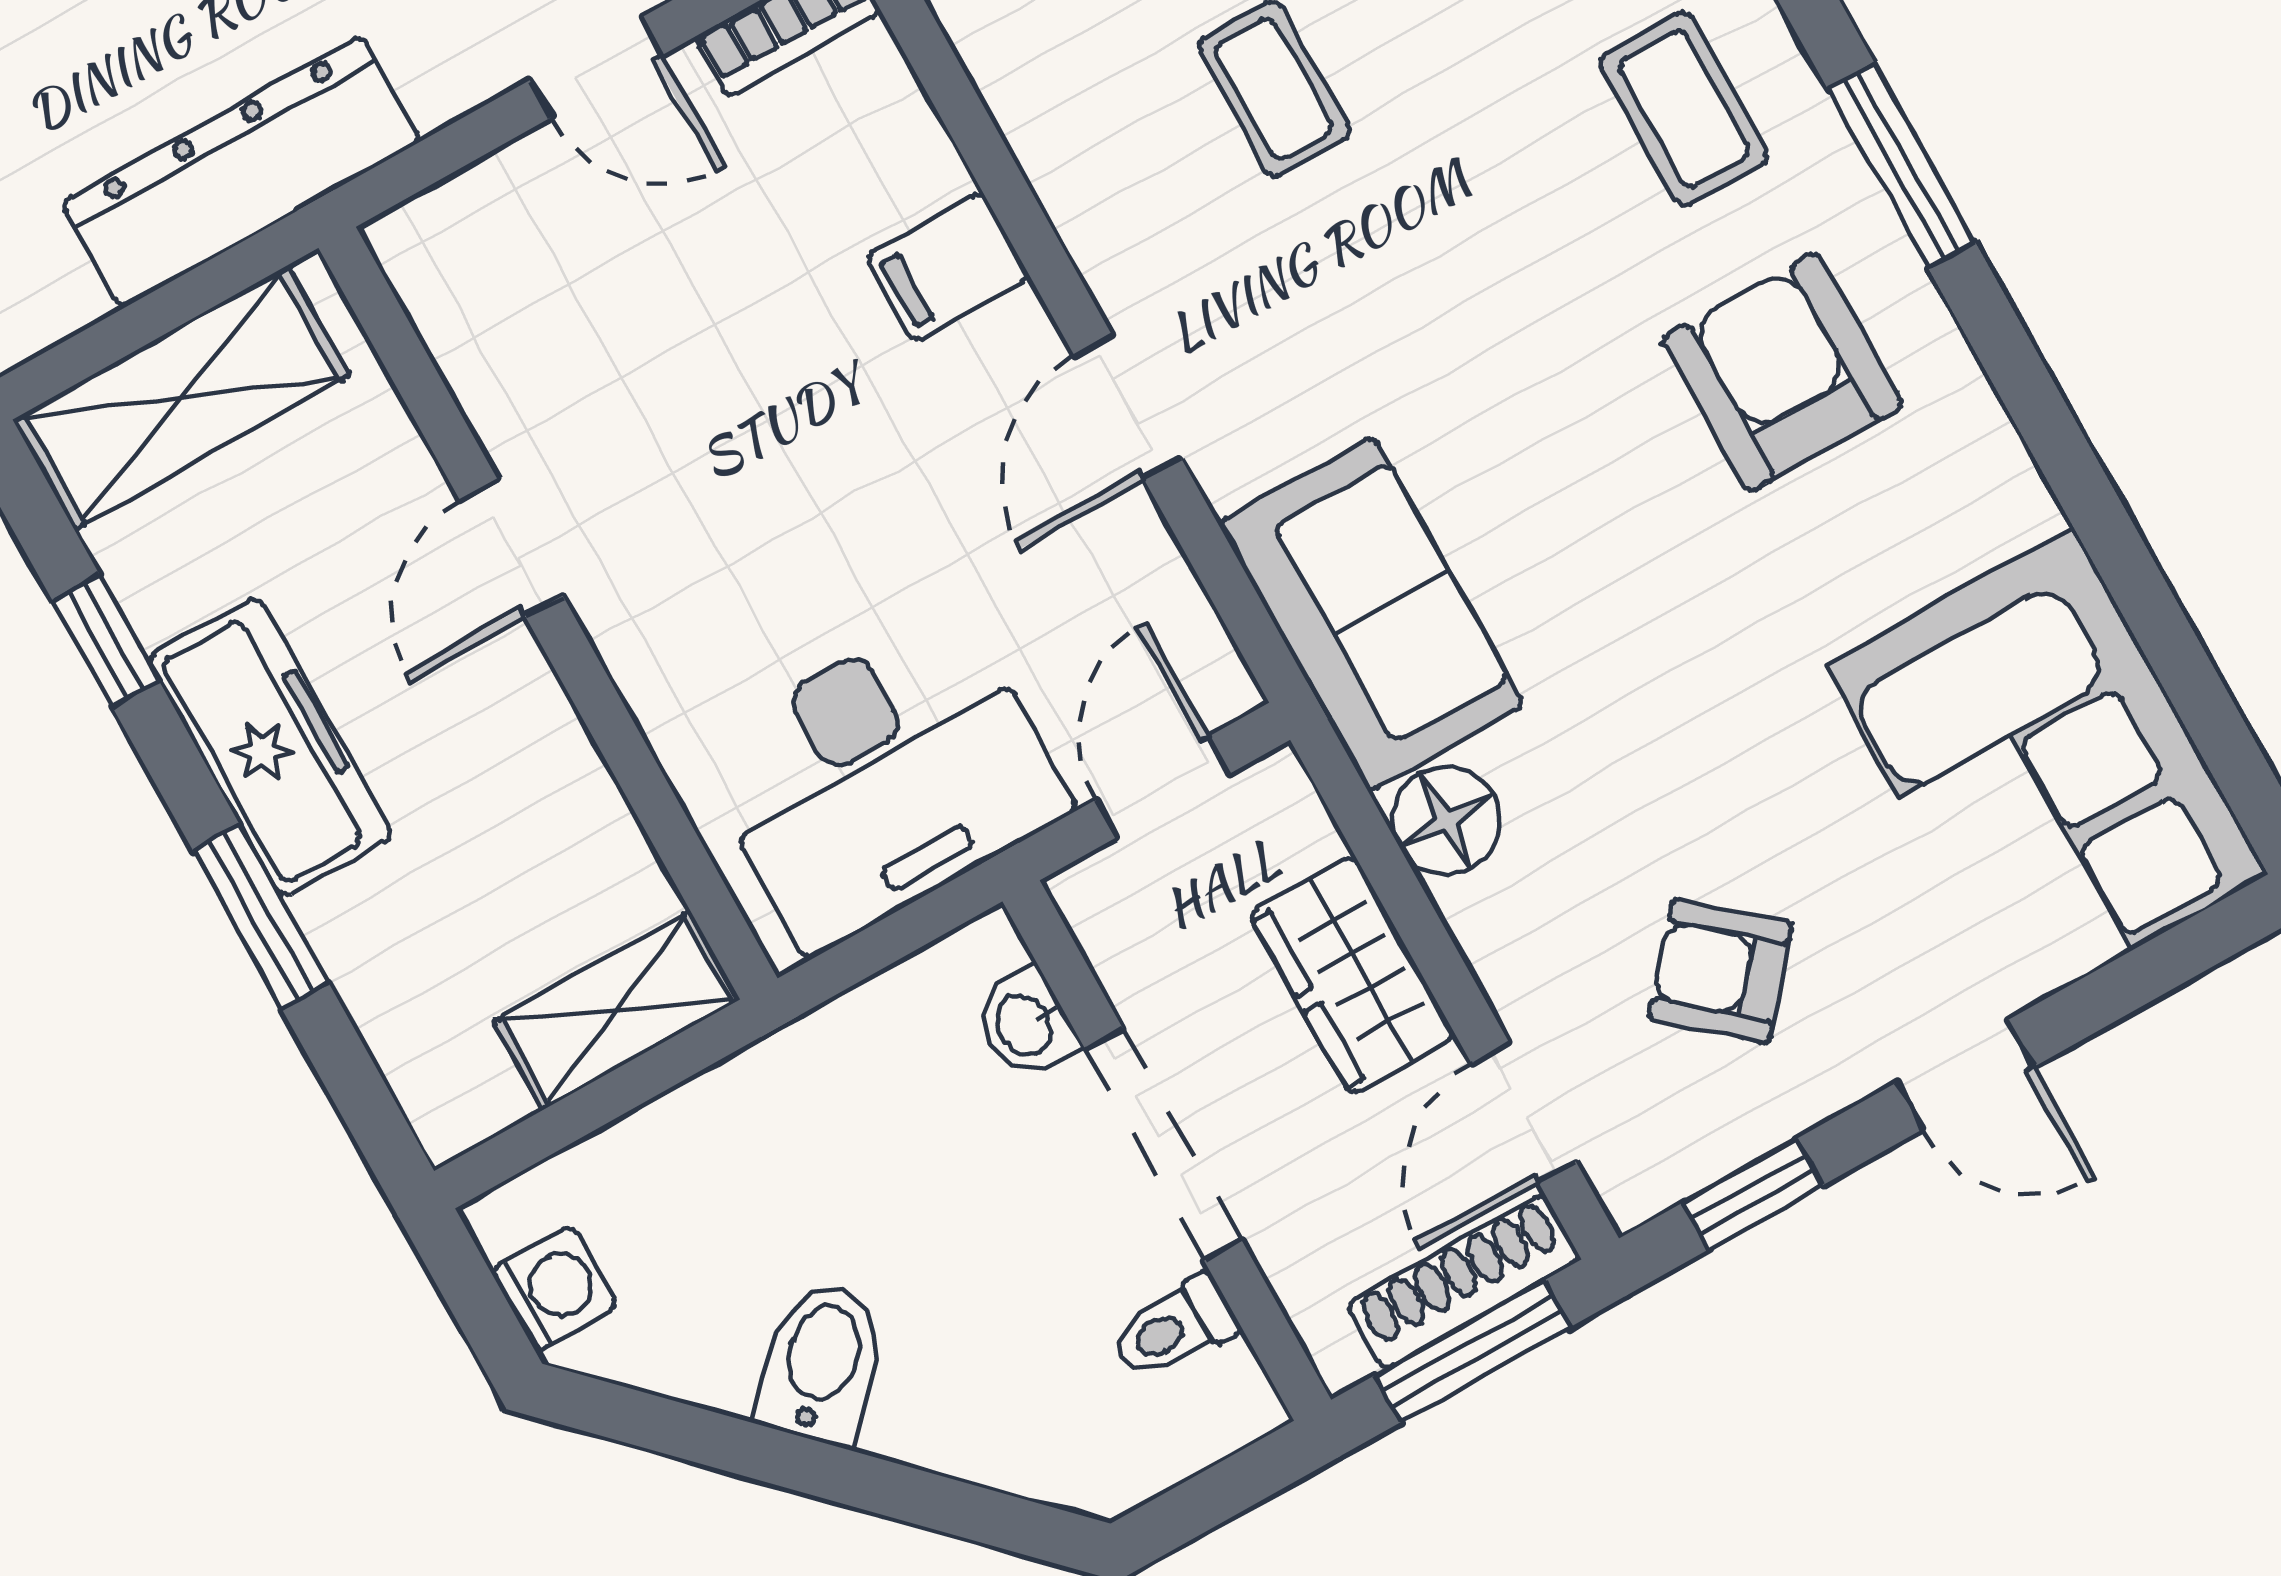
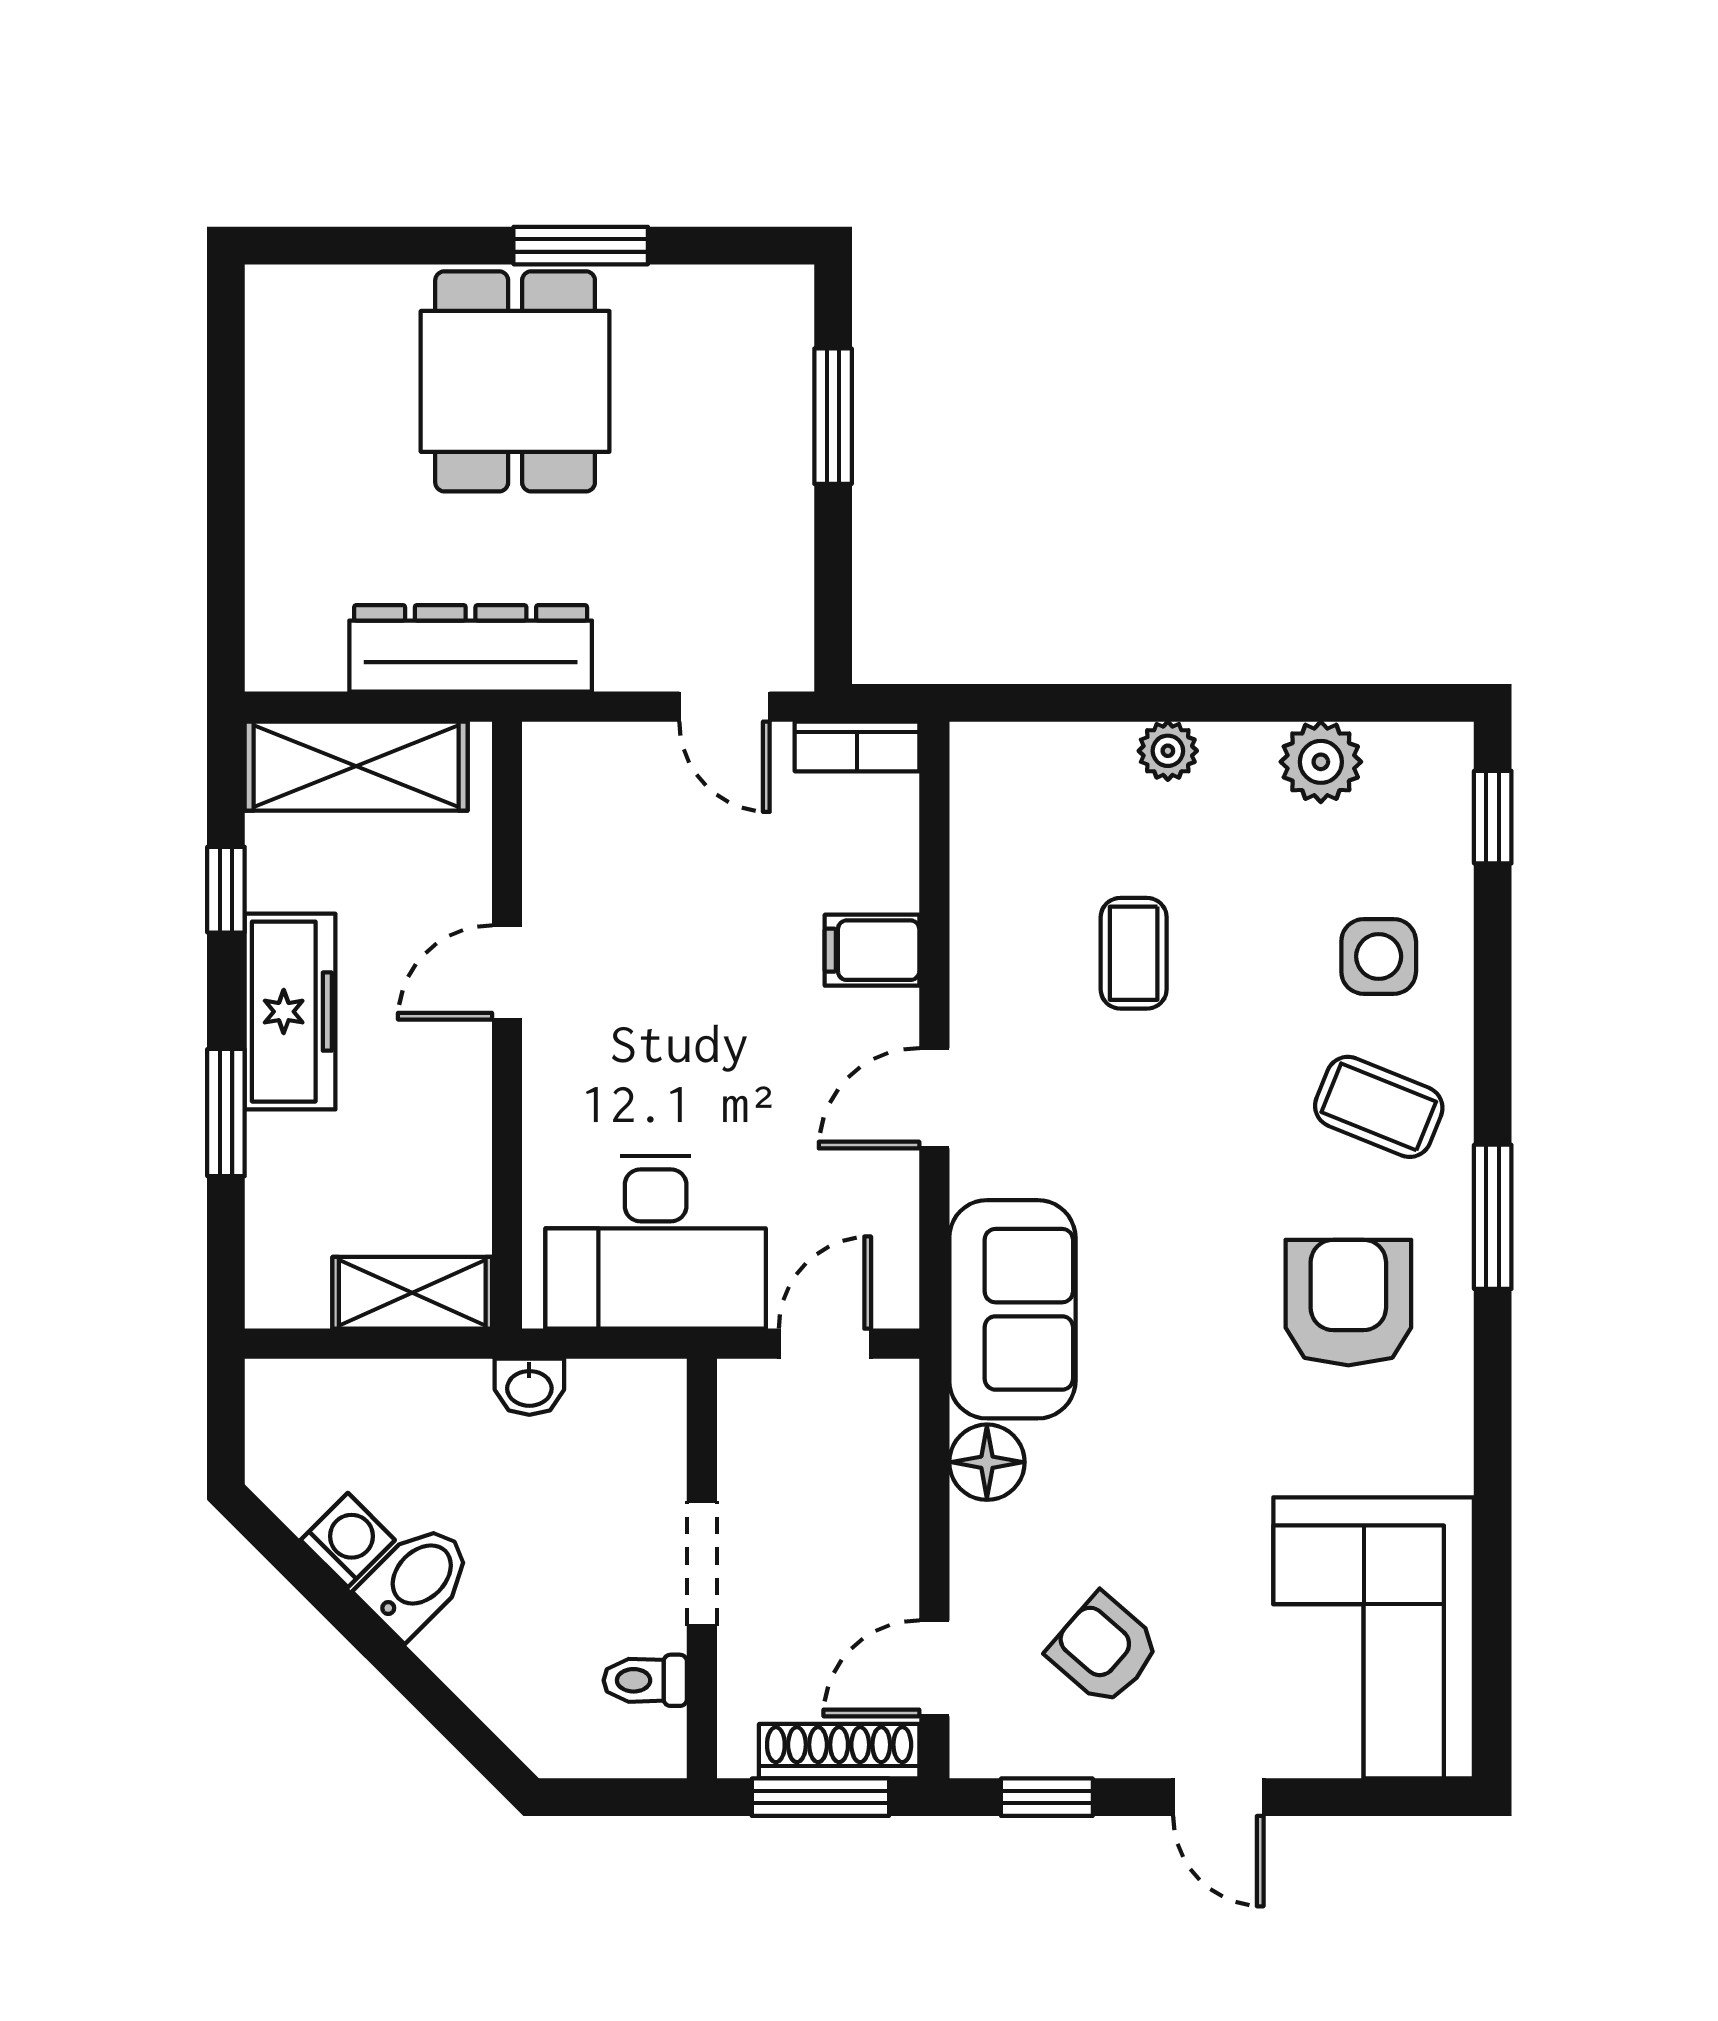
coffee table: (1684, 109) -> (1379, 1107), turned -68
wardrobe: (1353, 975) -> (876, 1525), removed
washbasin: (1026, 1024) -> (529, 1387), moved, turned -90
doorway: (1163, 1144) -> (702, 1563), width x0.73
washing machine: (554, 1288) -> (348, 1540), moved, turned -45

